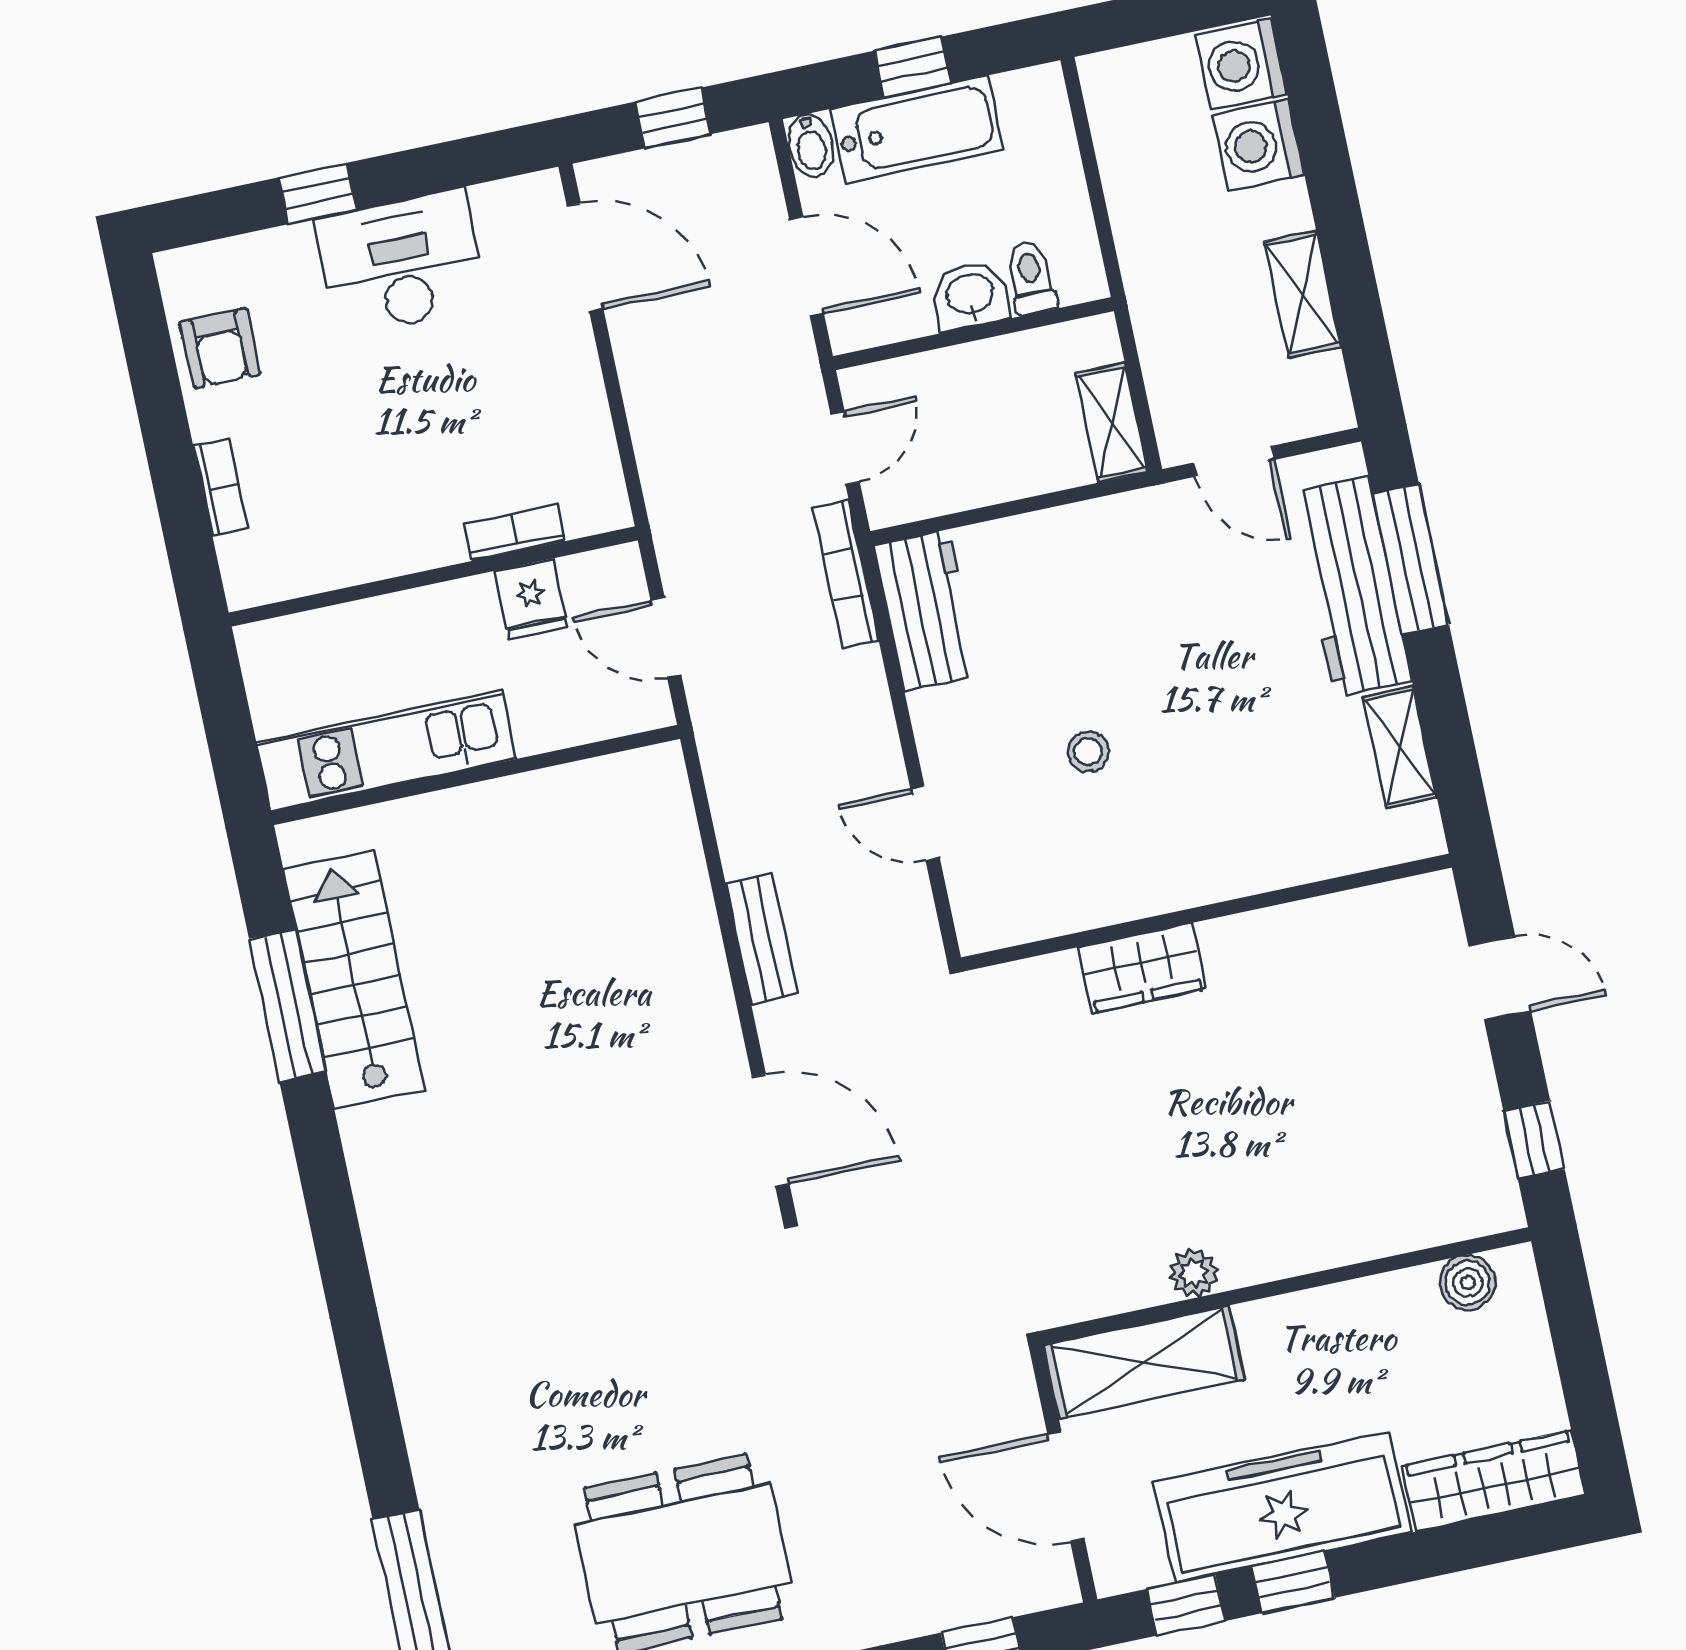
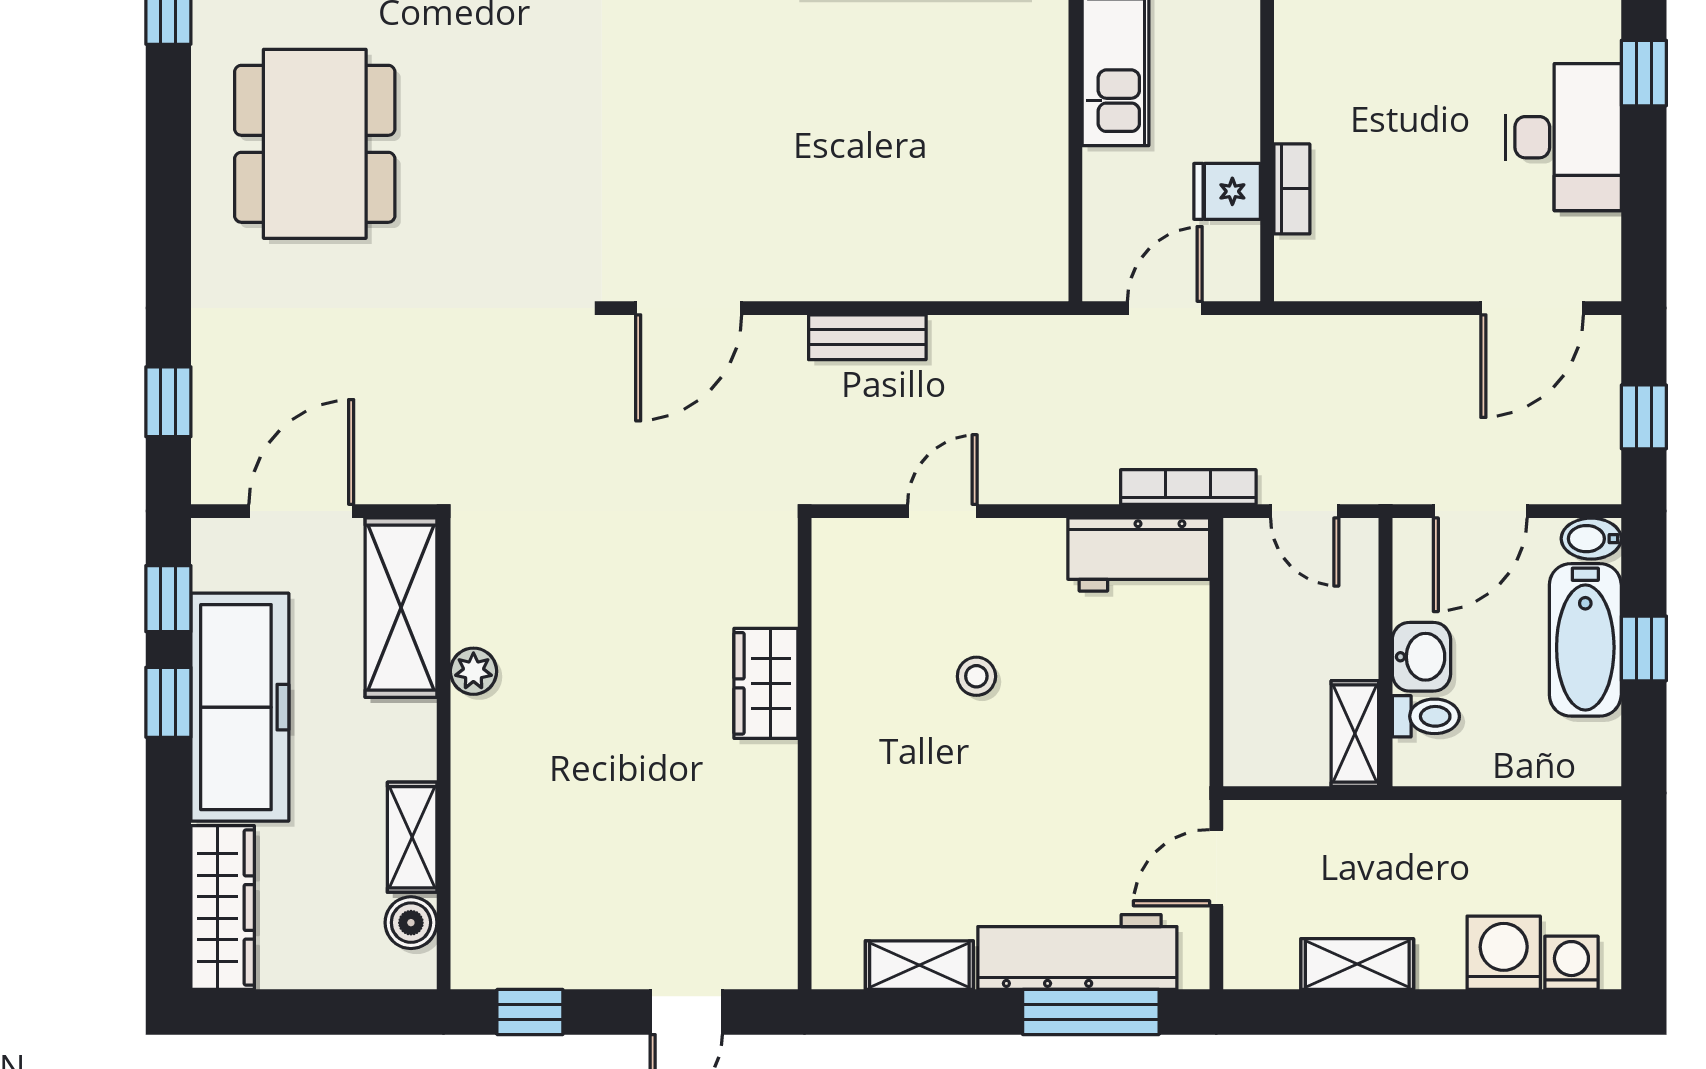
washing machine: (1241, 65) -> (1571, 963), width x0.73, depth x0.73
shelving: (1112, 423) -> (1355, 733), moved, turned 90
shelving: (1379, 1300) -> (412, 837), added

